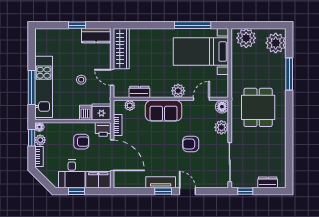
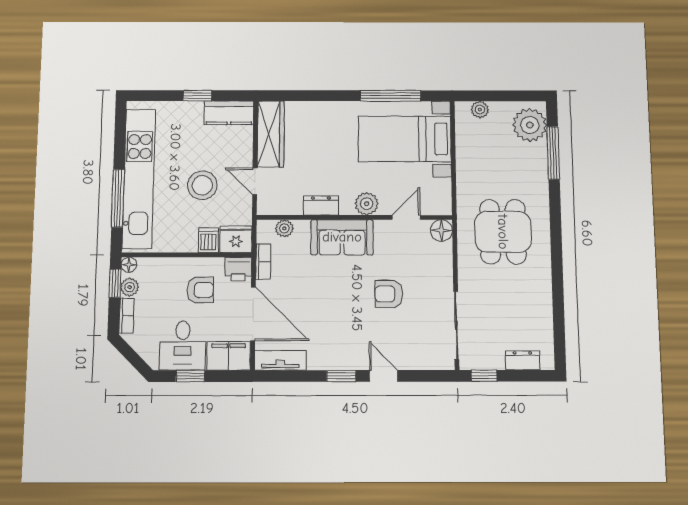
plant: (246, 38) -> (480, 110), width x0.53, depth x0.53
window: (289, 74) -> (553, 153), moved
stool: (81, 80) -> (202, 185), width x1.89, depth x1.89
kitchen unit: (44, 87) -> (139, 178), width x1.36
dresser: (139, 92) -> (321, 206), moved
plant: (221, 127) -> (441, 265), removed
tv unit: (161, 182) -> (280, 360), moved

